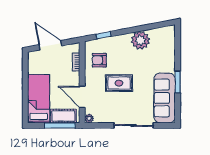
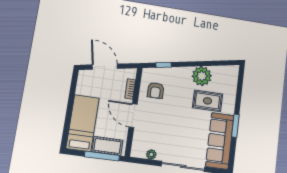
armchair: (99, 60) -> (156, 90), turned -90
rug: (119, 83) -> (207, 101), moved
door: (82, 97) -> (133, 116), moved
plant: (89, 118) -> (151, 154), moved

